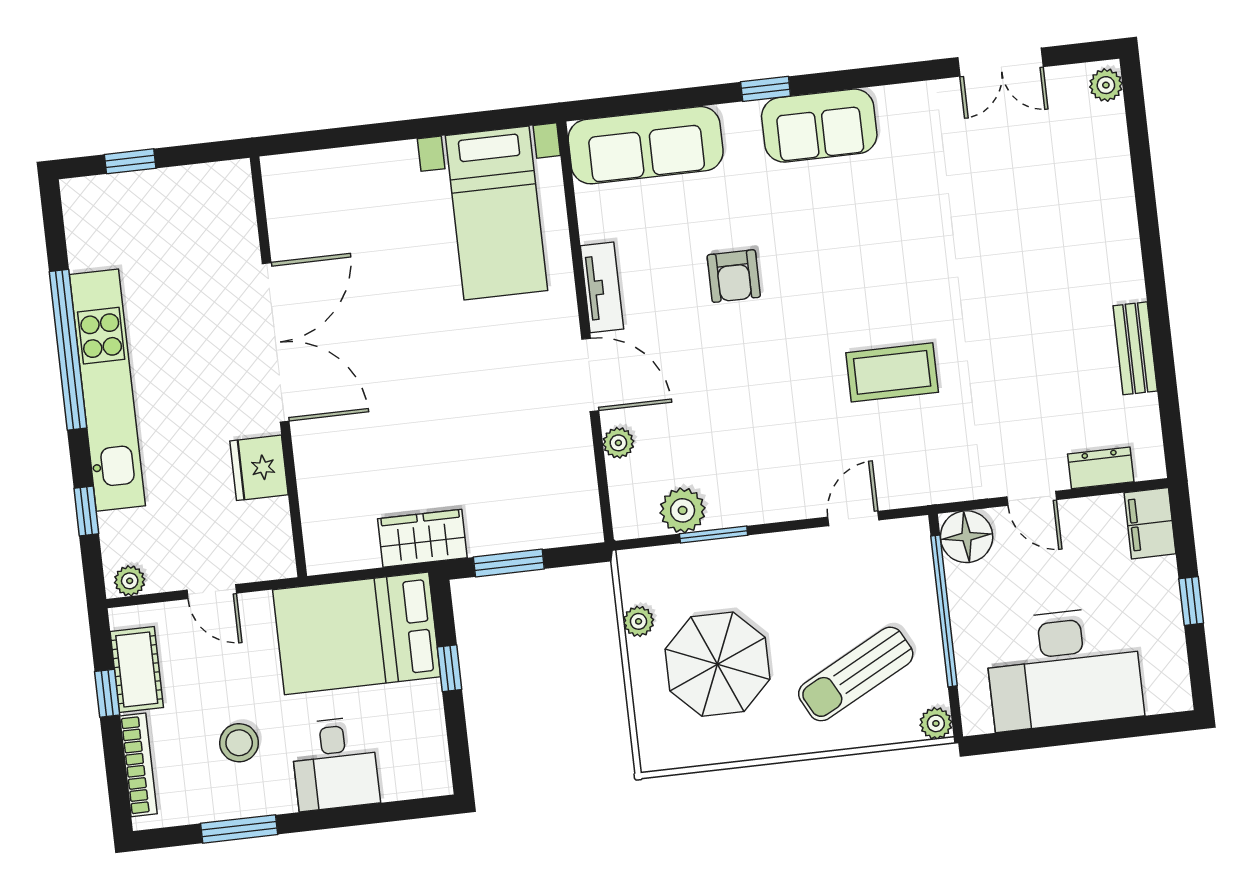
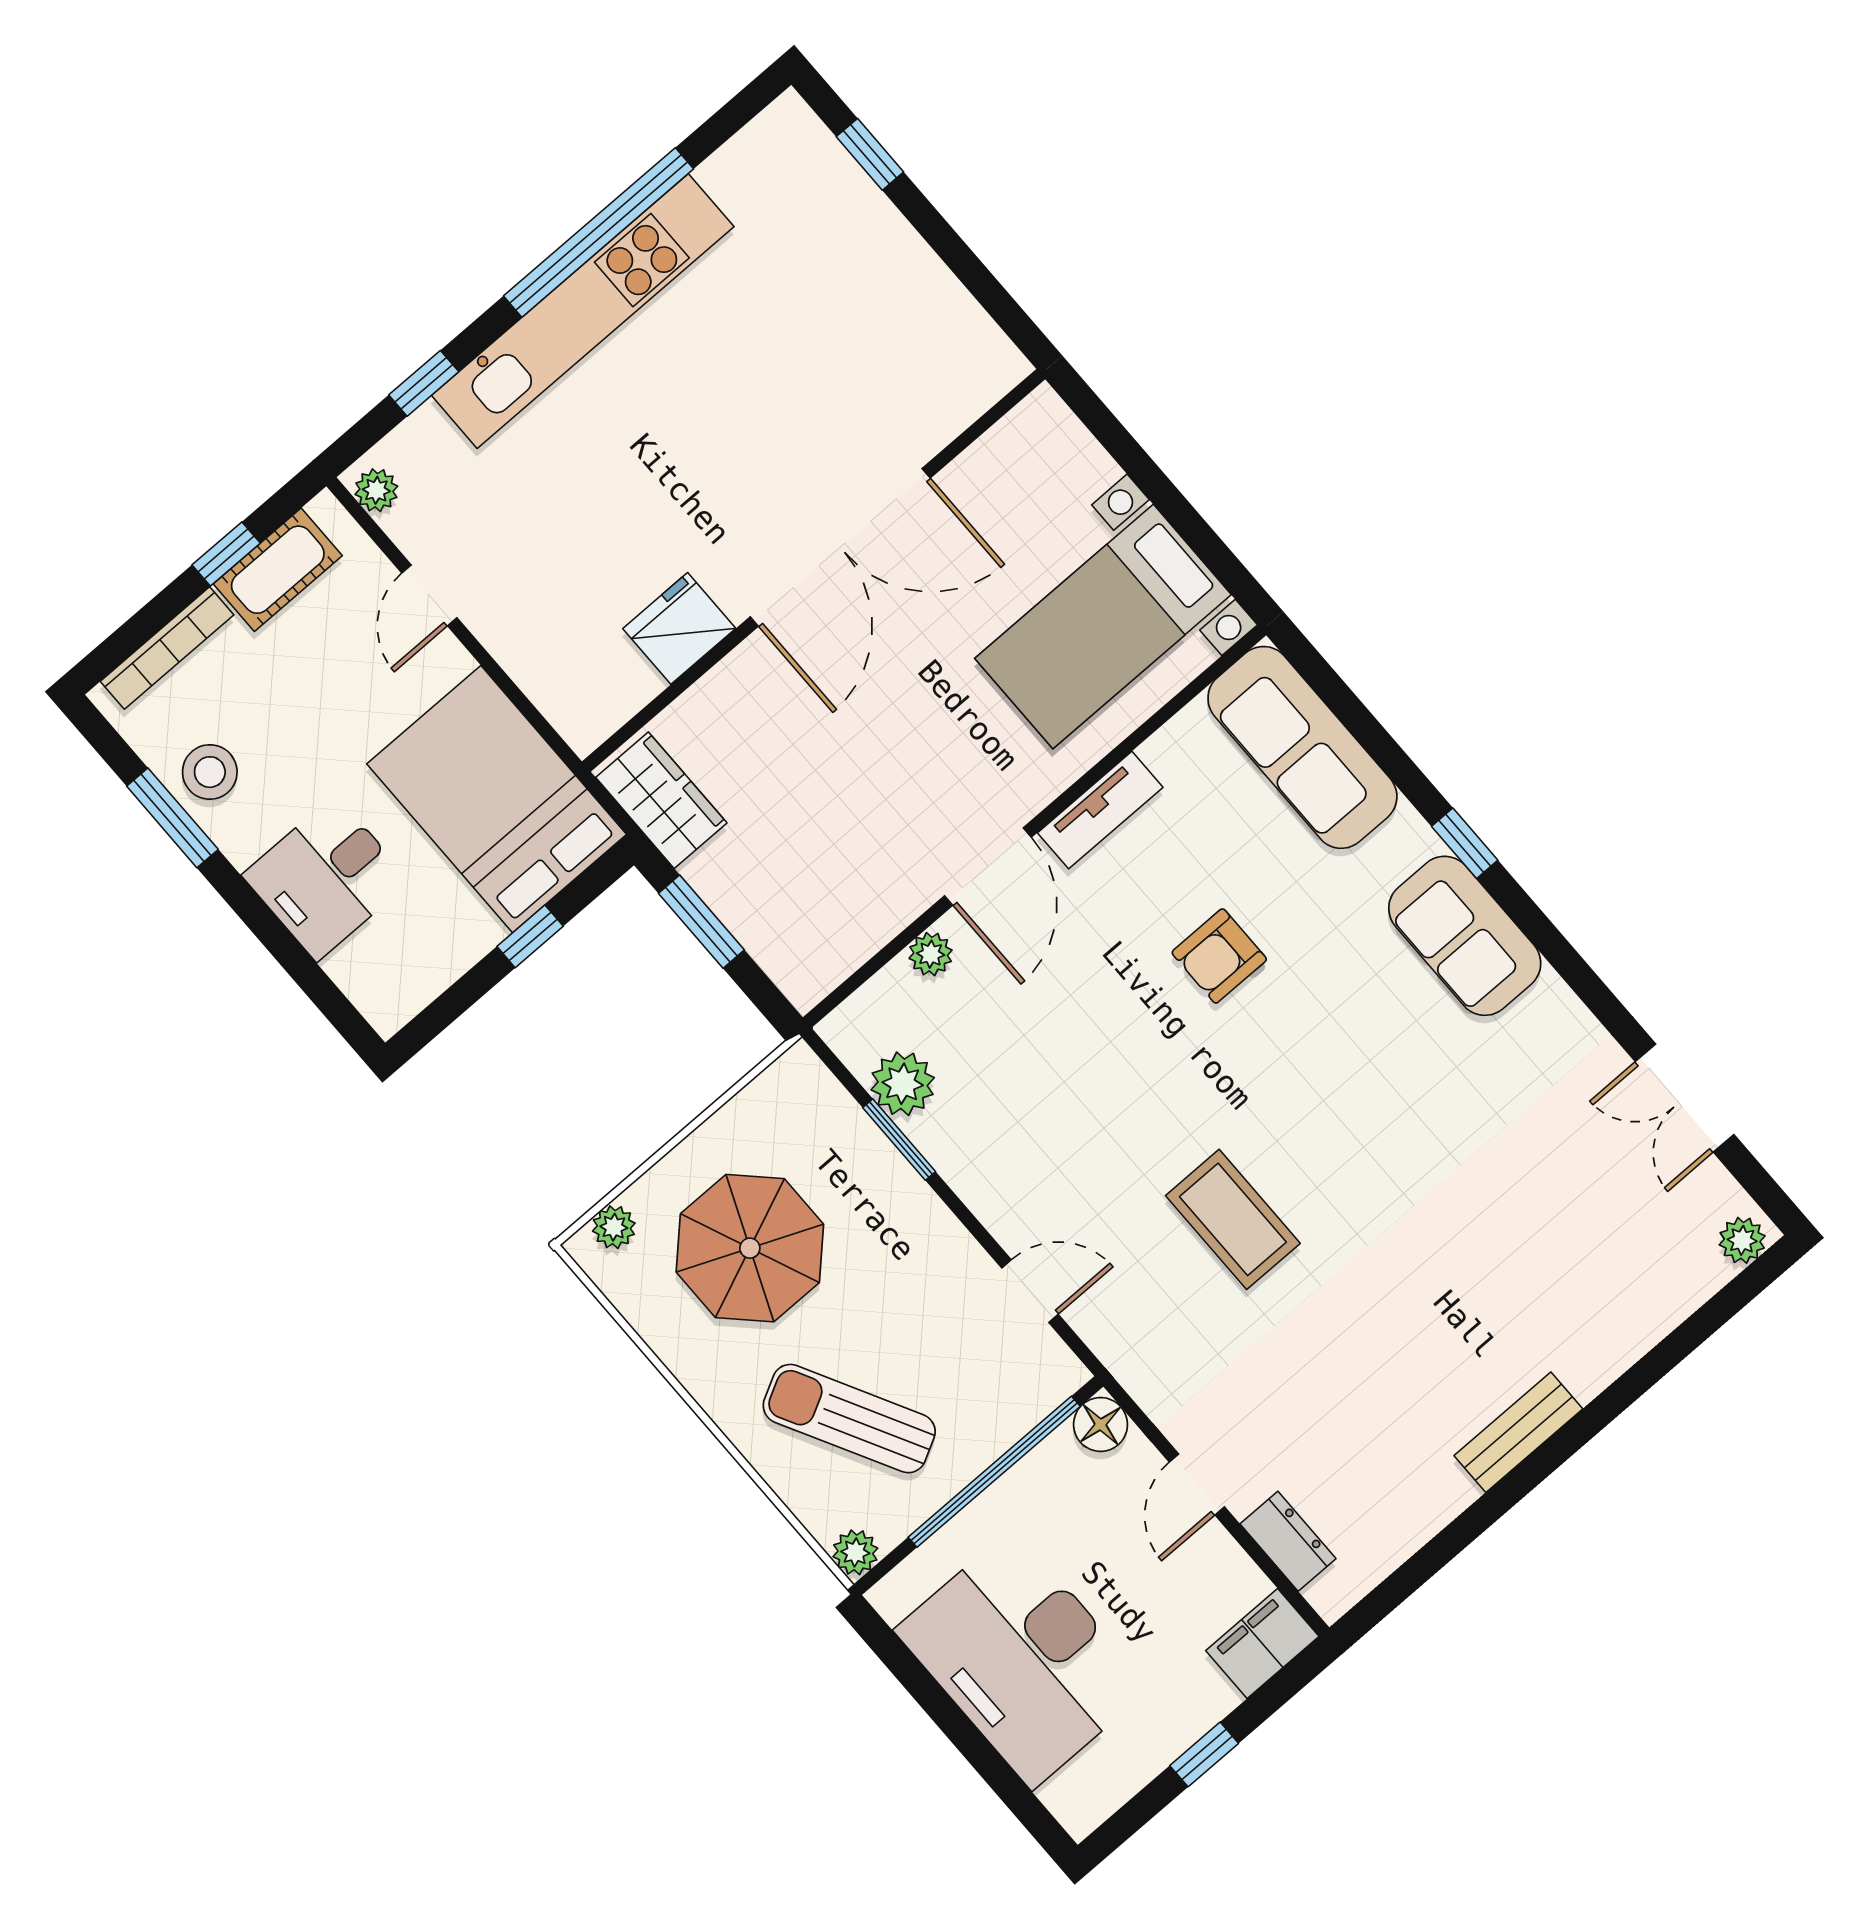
double door: (276, 342) -> (840, 547), moved
bench: (1135, 348) -> (1518, 1432), moved
wall: (278, 367) -> (814, 570), moved
fridge: (259, 468) -> (679, 628), moved
floor lamp: (967, 537) -> (1101, 1424), width x0.73, depth x0.73
plant: (639, 621) -> (614, 1227), moved
stool: (239, 743) -> (210, 772), moved

